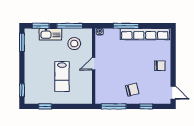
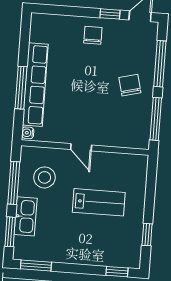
row of seats: (145, 34) -> (35, 85), moved
window: (173, 75) -> (110, 14), added
window: (146, 106) -> (160, 64), width x2.17

